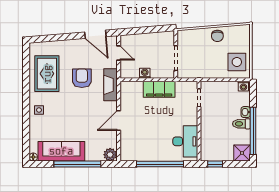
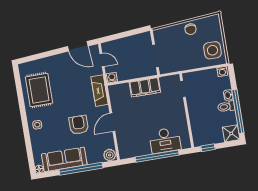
washing machine: (145, 73) -> (112, 78), moved
armchair: (82, 78) -> (79, 125), moved
desk: (185, 141) -> (165, 140), moved, turned 90

